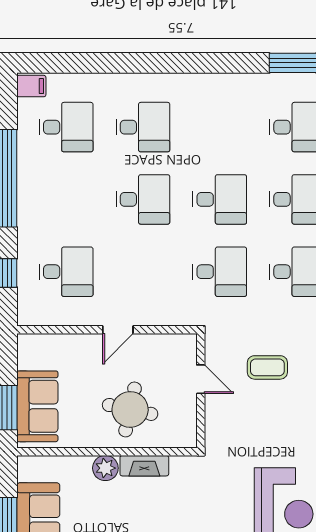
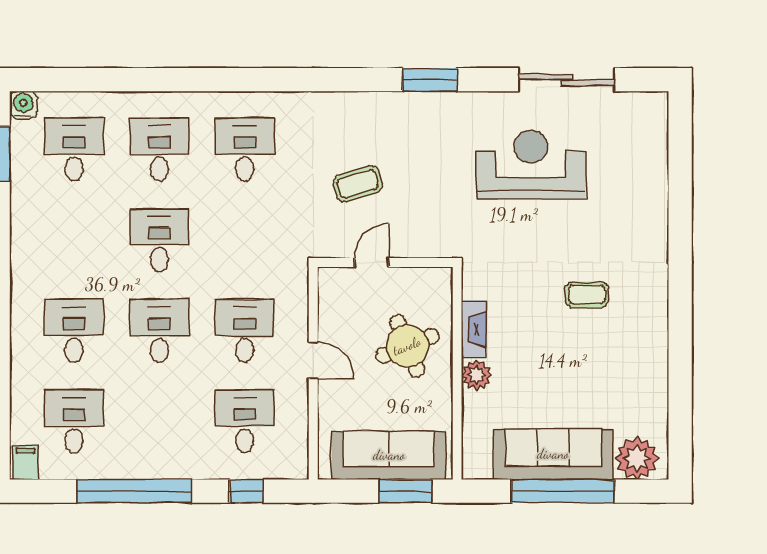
desk: (220, 272) -> (245, 331), moved
coffee table: (267, 367) -> (358, 184), turned 73
sofa: (37, 406) -> (389, 455), width x1.36
round table: (130, 409) -> (407, 346), turned -34

